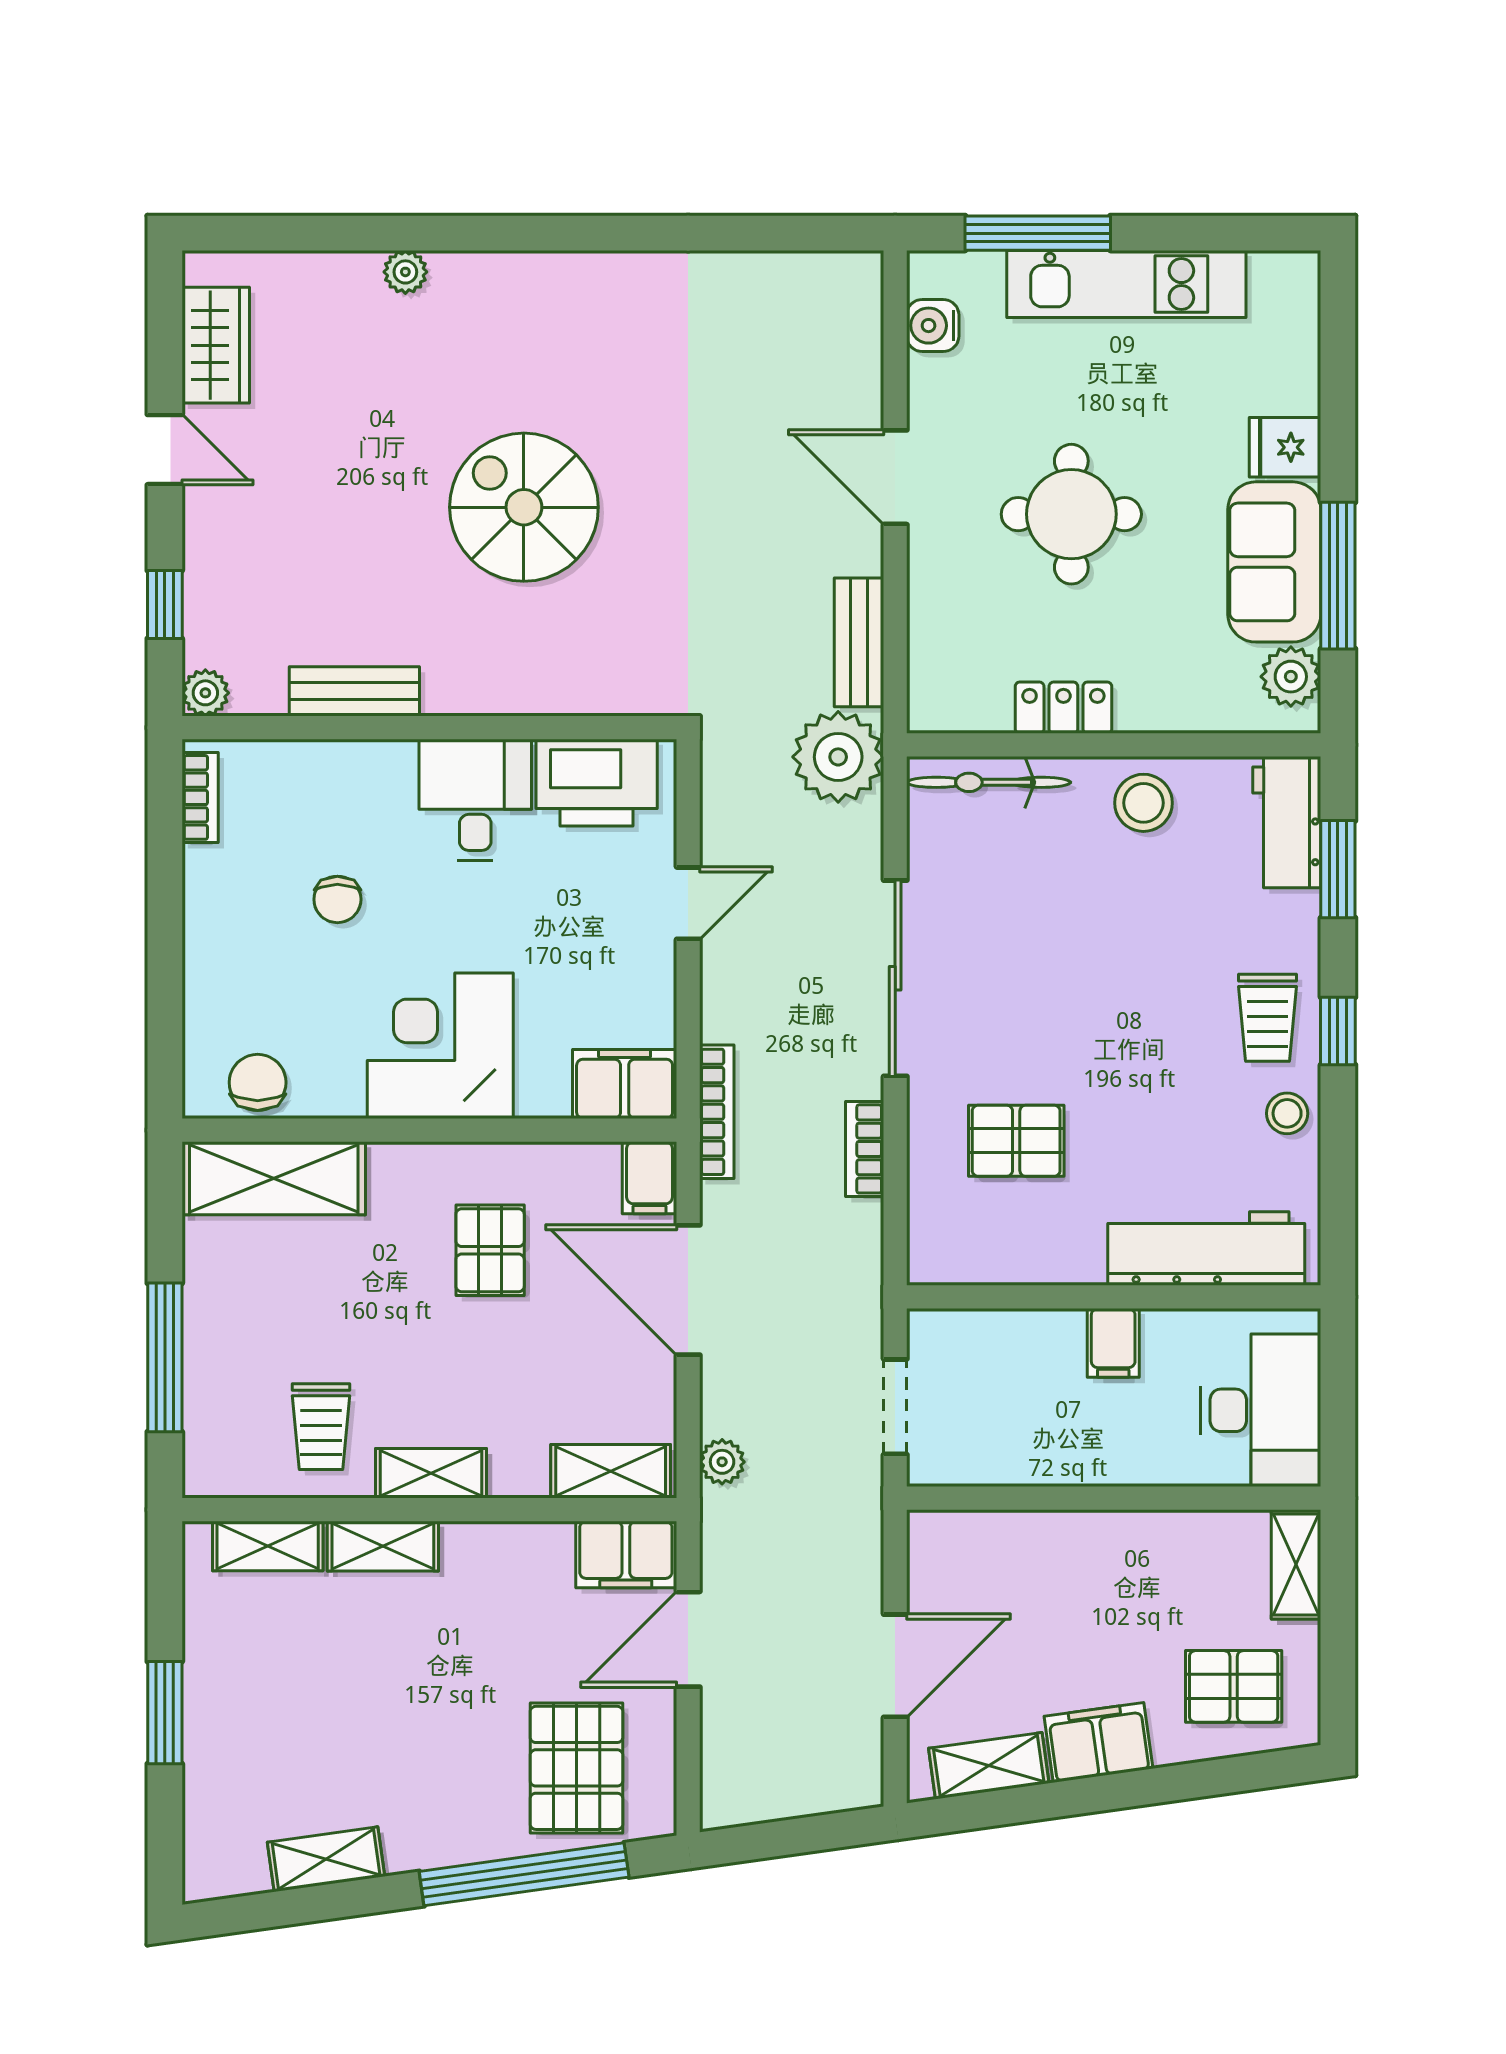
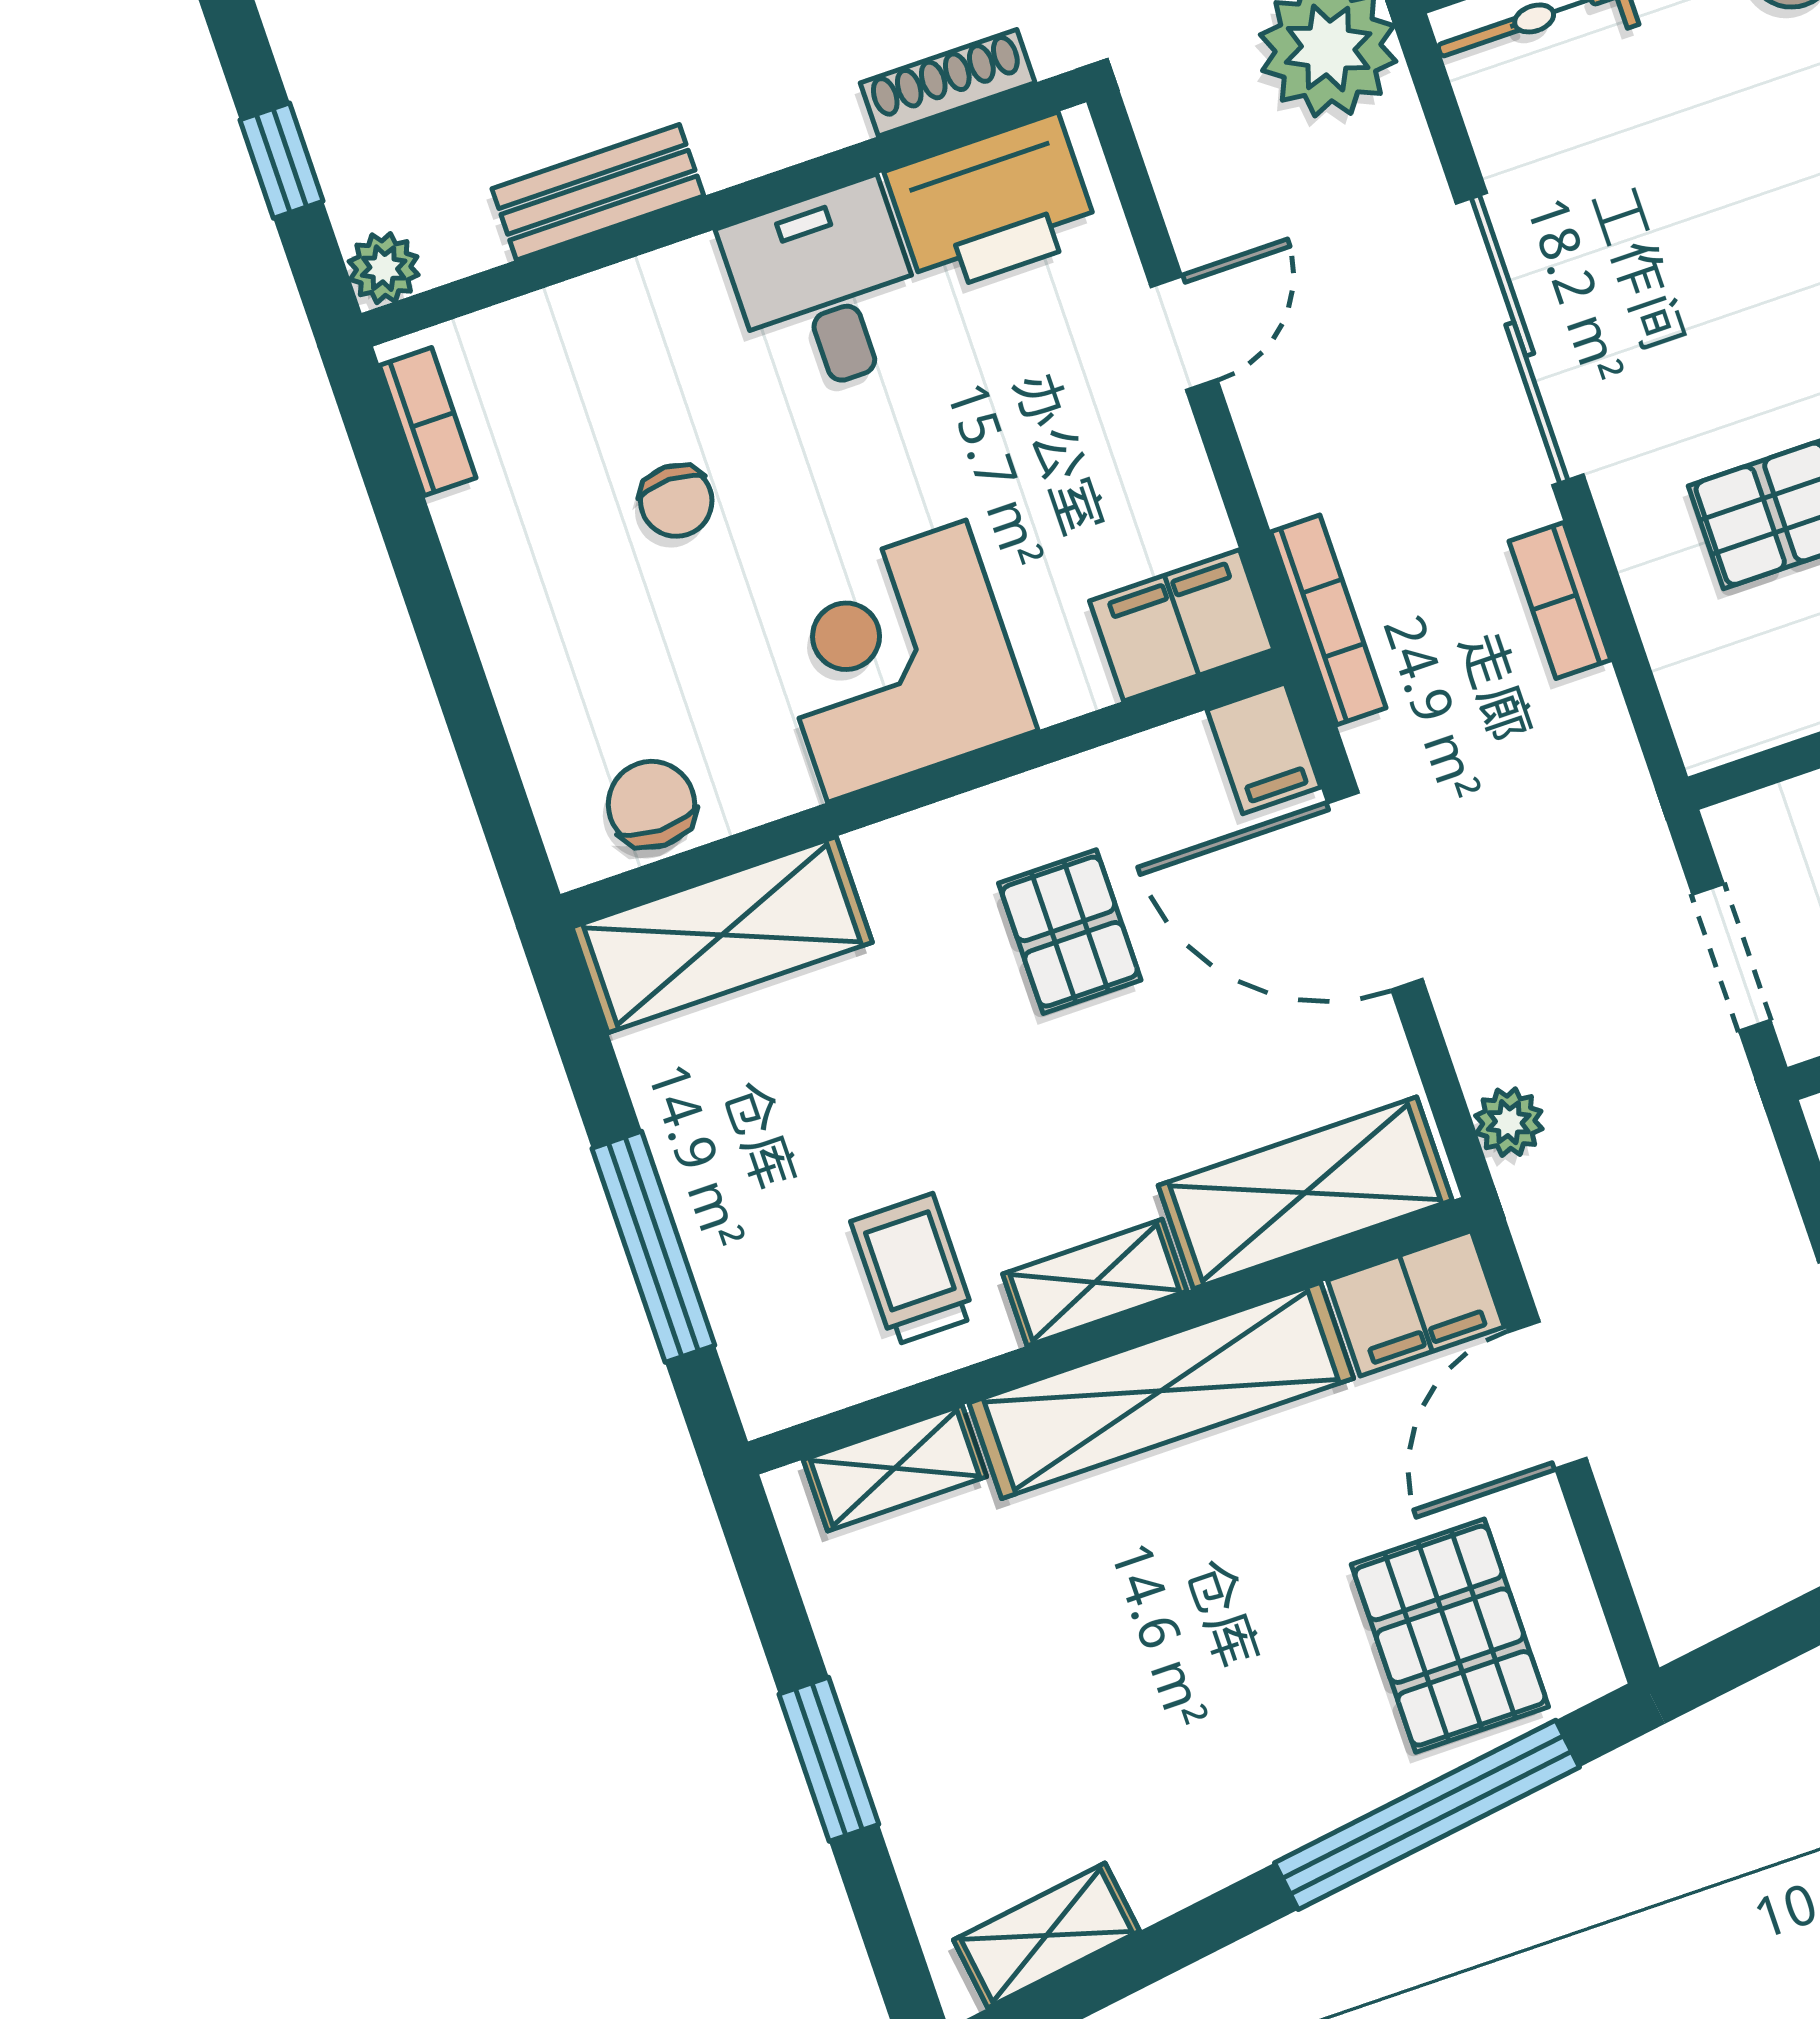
shoe rack: (595, 698) -> (948, 83), added
trolley: (321, 1427) -> (913, 1270), turned 180
shelving: (611, 1471) -> (1305, 1193), width x1.50, depth x1.33
shelving: (383, 1546) -> (1161, 1391), width x2.20, depth x1.33
shelving: (326, 1859) -> (1046, 1935), moved

